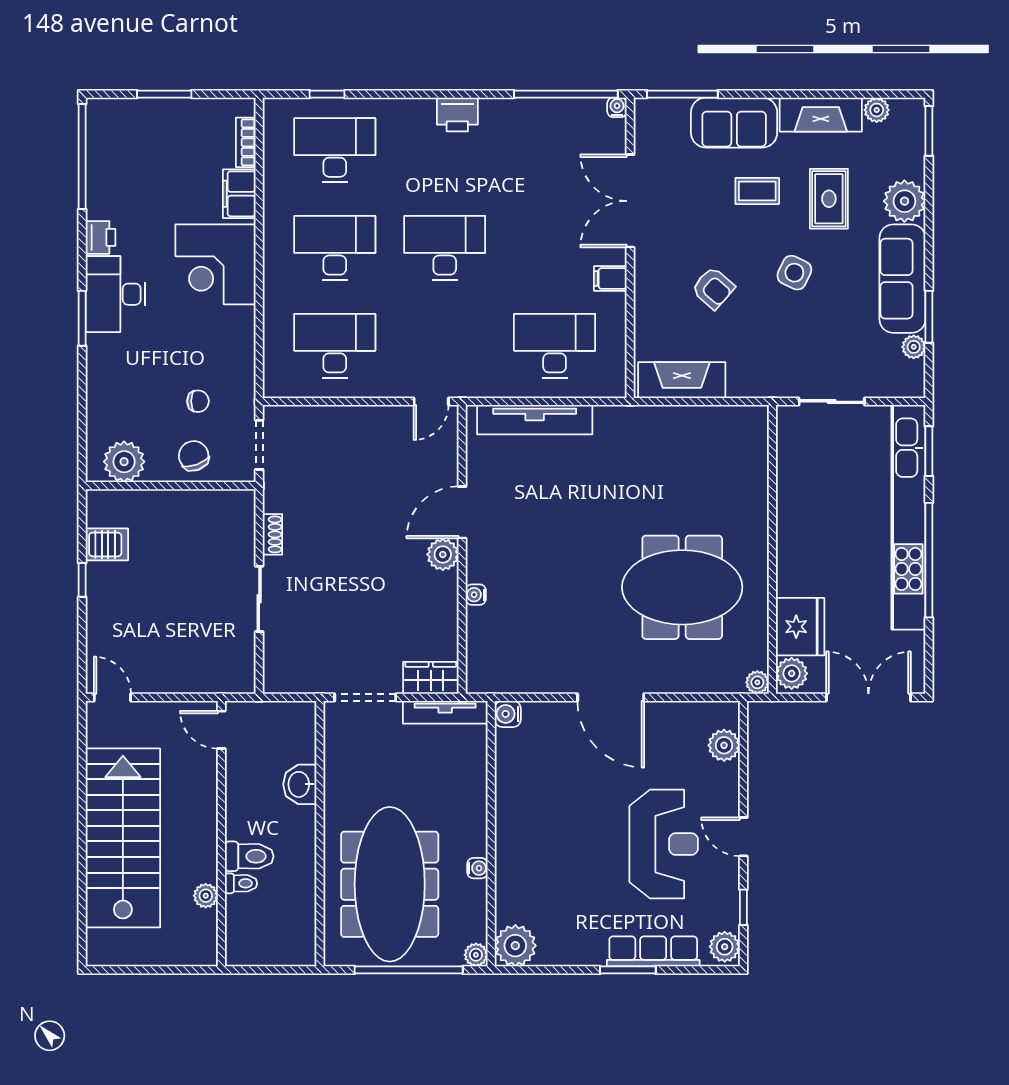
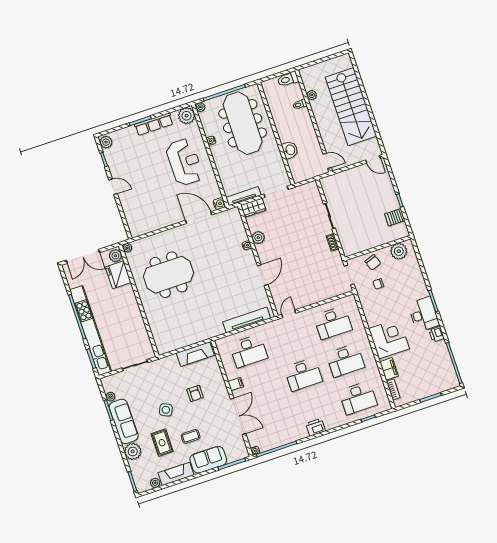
armchair: (713, 288) -> (195, 393), turned -131
plant: (443, 554) -> (258, 238), moved
door: (611, 697) -> (199, 218), moved
plant: (724, 745) -> (132, 219), removed
reception desk: (664, 844) -> (184, 162), moved, turned 180
toilet: (249, 856) -> (288, 79), moved
row of seats: (653, 951) -> (154, 124), moved

